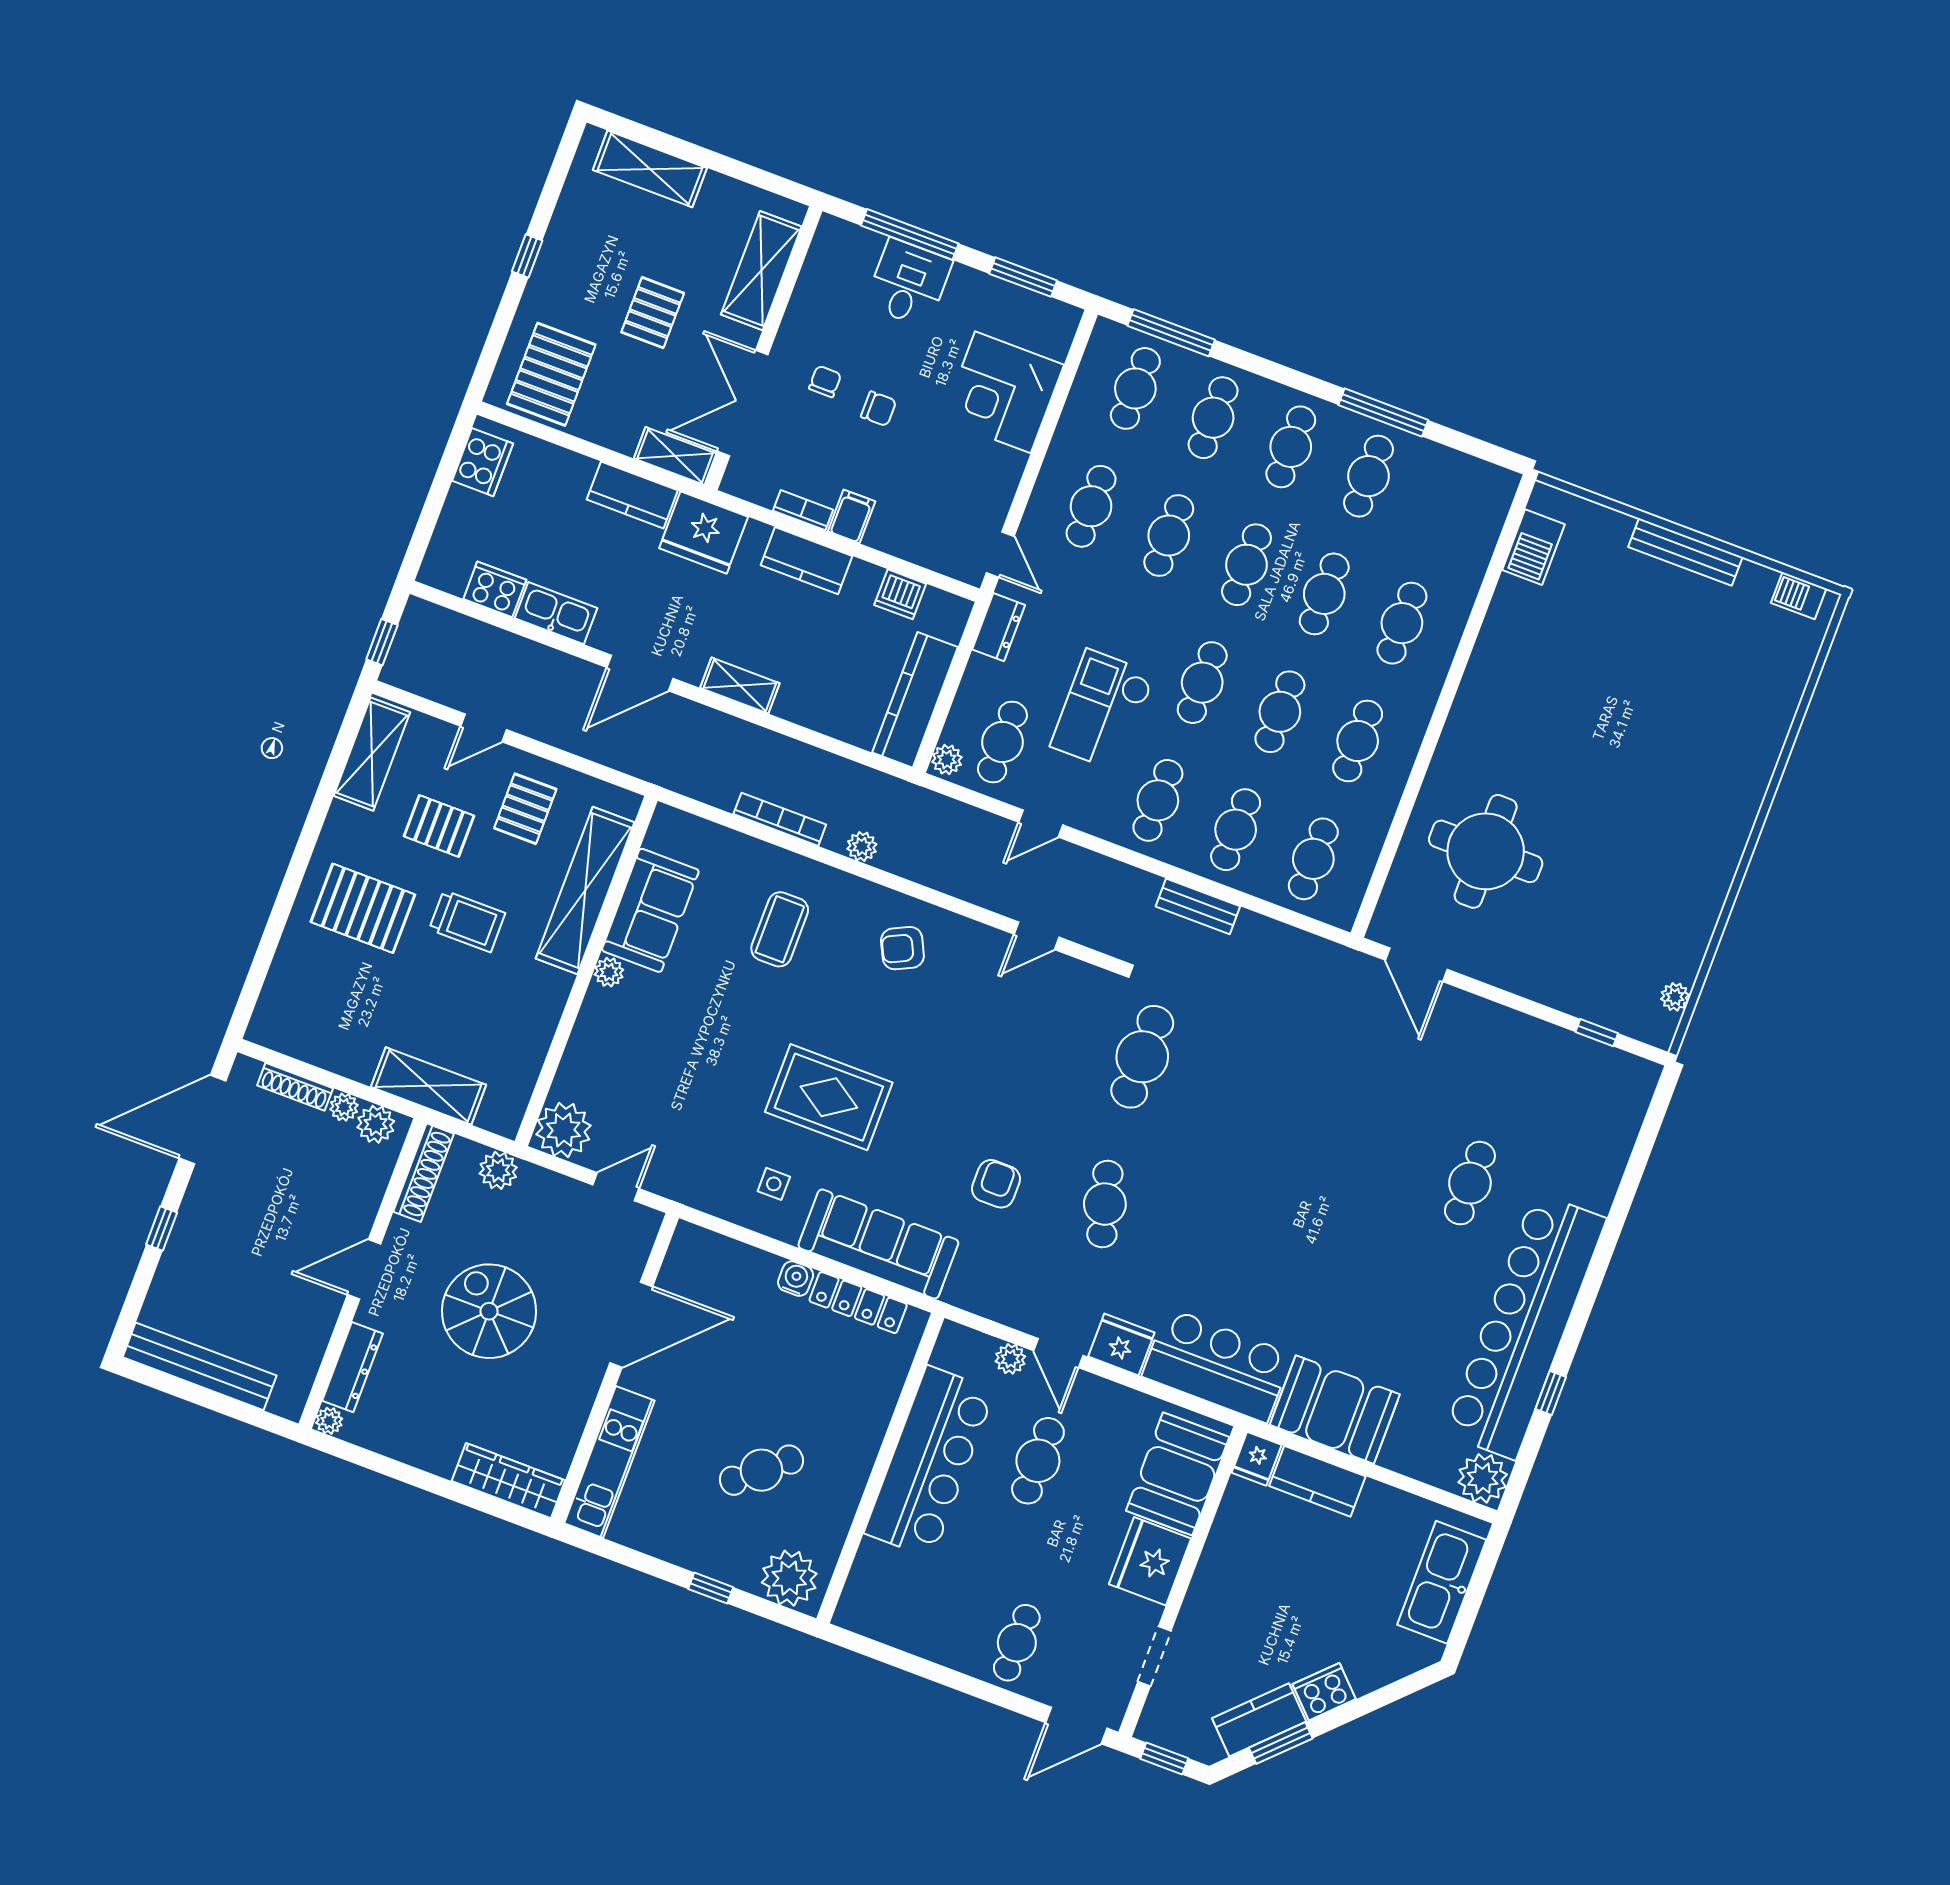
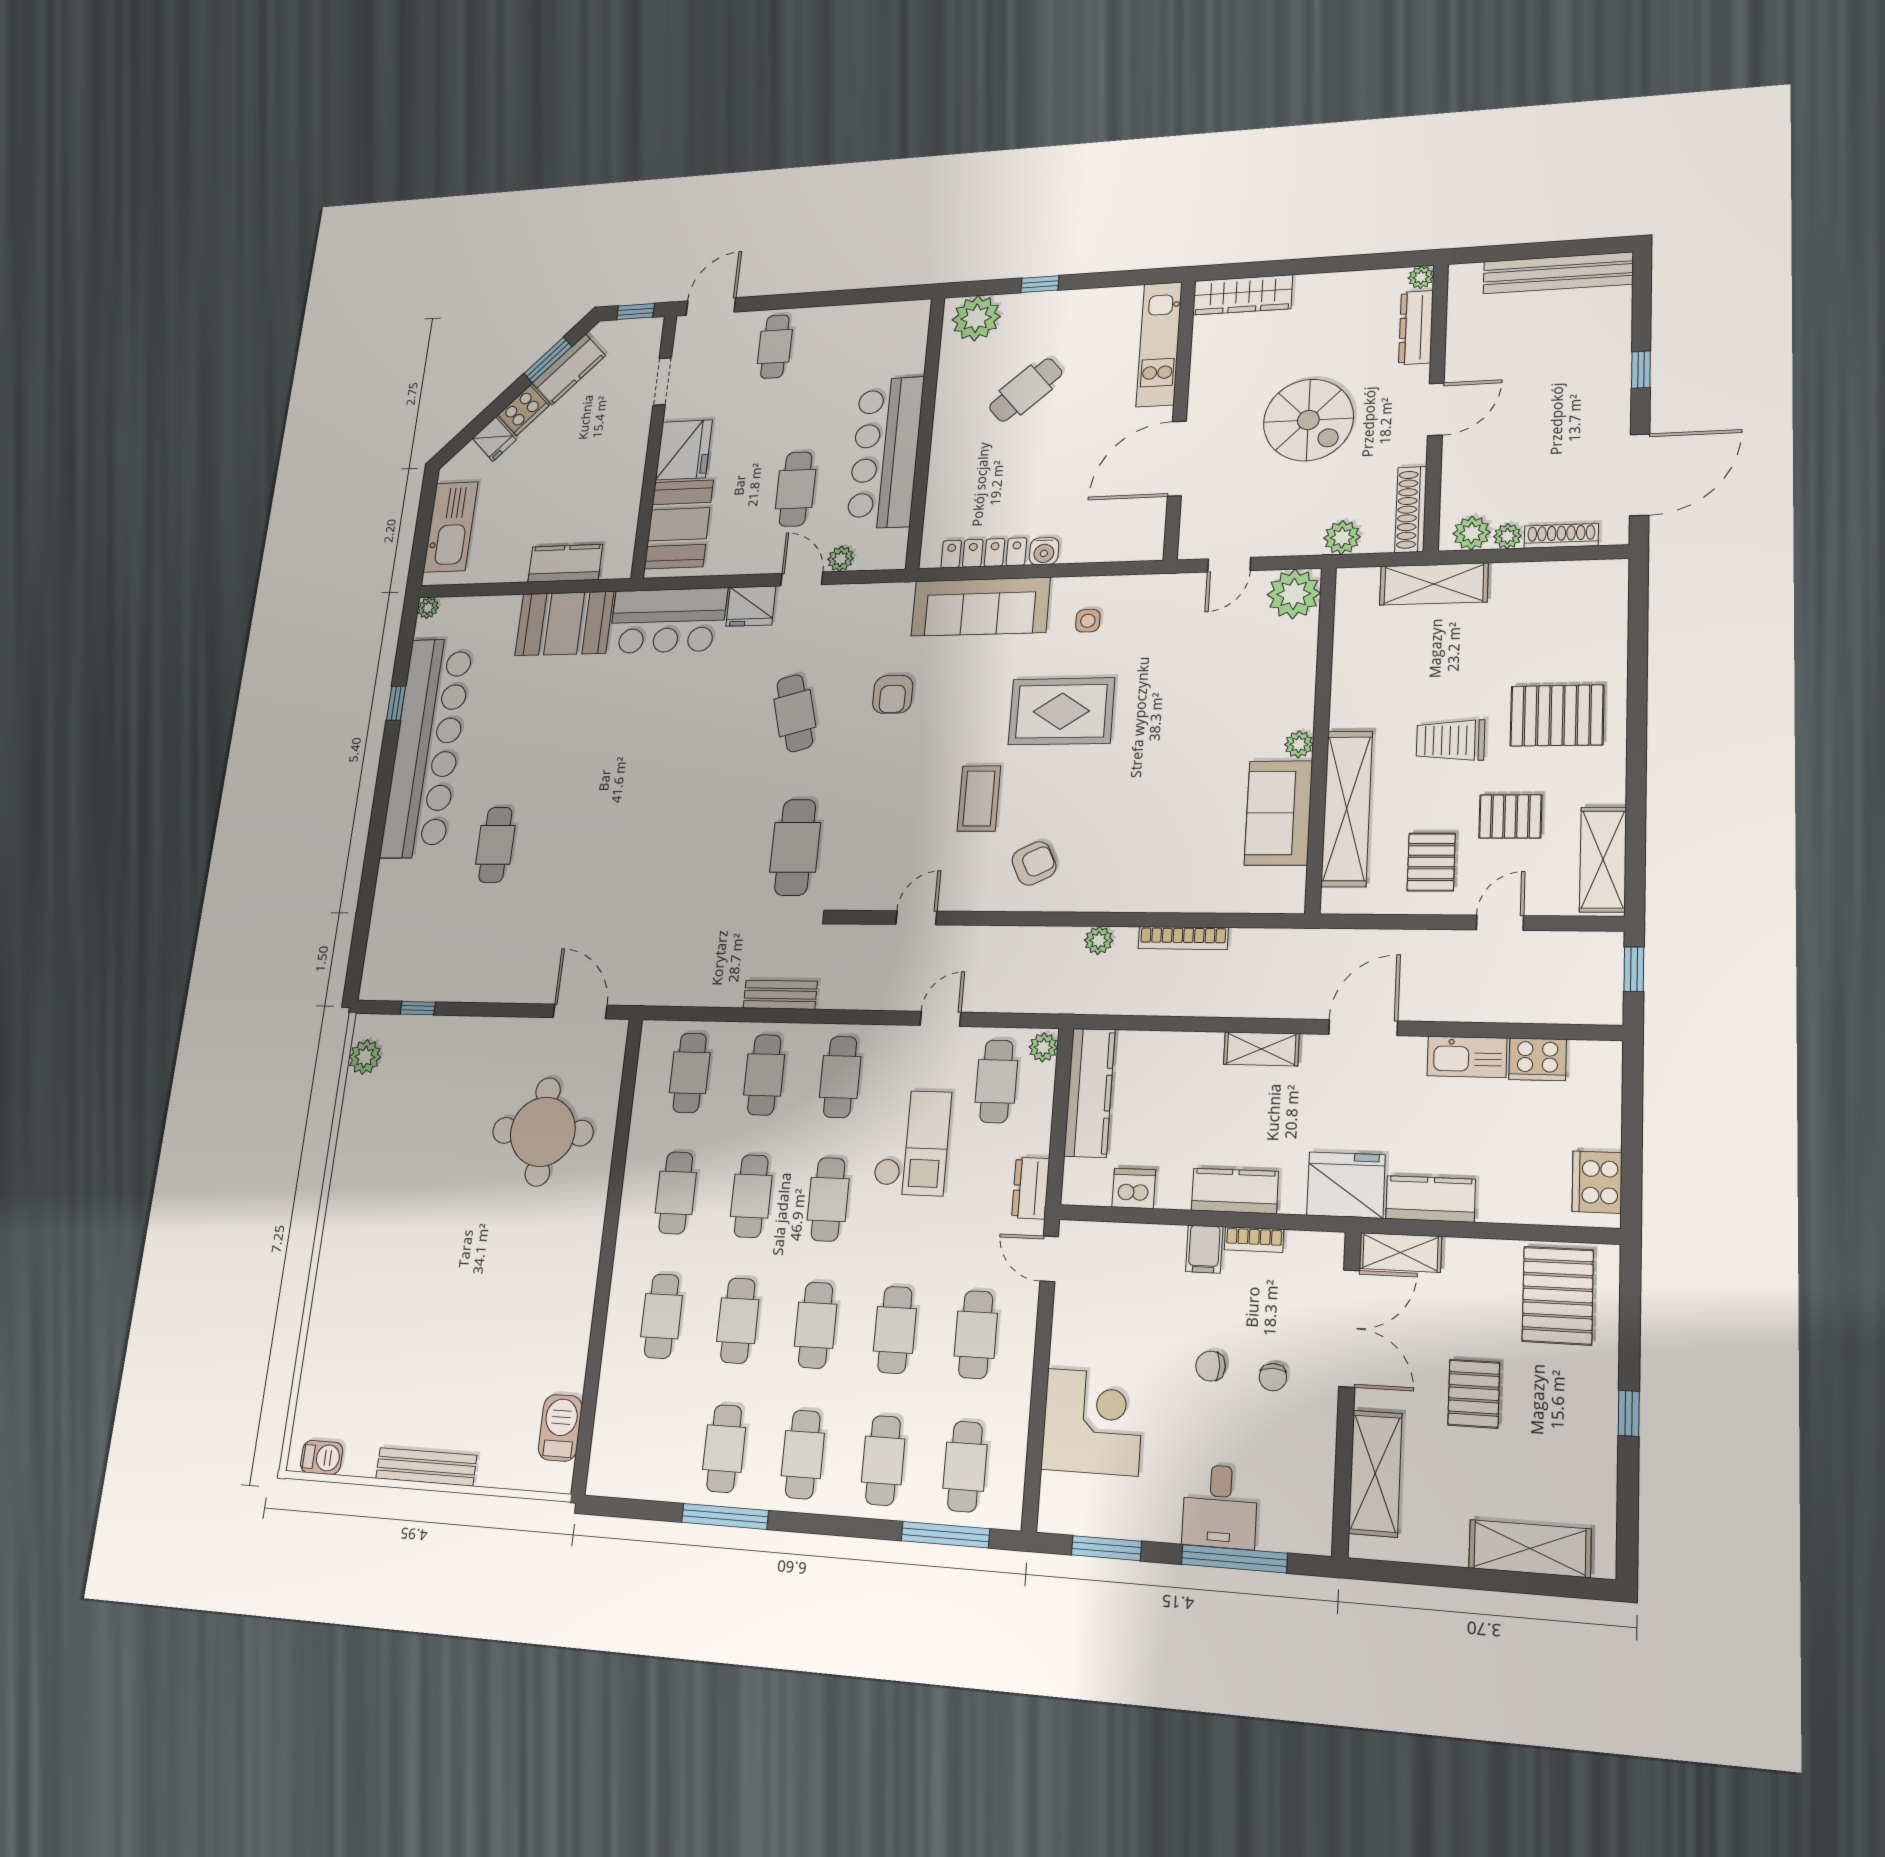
coffee table: (780, 929) -> (979, 799), moved
plant: (1675, 997) -> (365, 1057), width x1.38, depth x1.38
fridge: (1257, 1459) -> (494, 439), moved, turned 135
plant: (1483, 1478) -> (428, 608), width x0.53, depth x0.53

